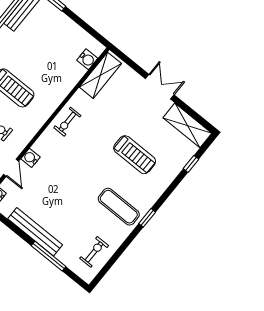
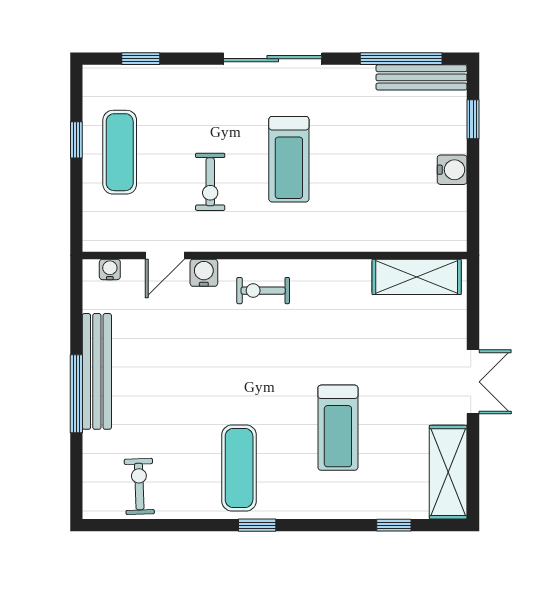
water cooler: (87, 59) -> (452, 170), moved, turned -90
exercise bike: (67, 122) -> (263, 291), moved
exercise bike: (94, 252) -> (139, 486), turned -92
window: (49, 256) -> (76, 394), moved

